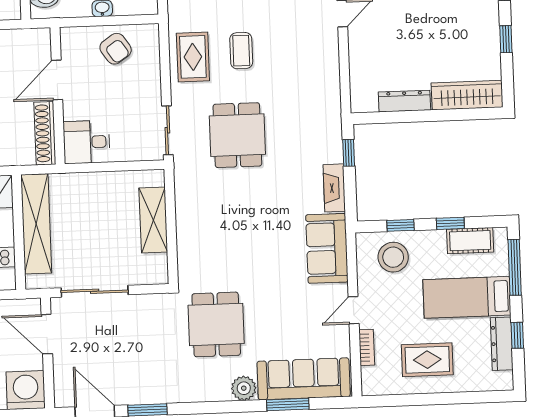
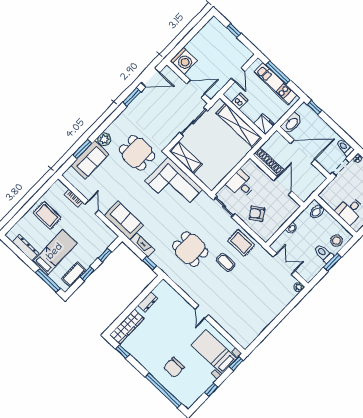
window: (506, 39) -> (123, 352), moved
armchair: (116, 49) -> (257, 214), moved
dresser: (404, 101) -> (148, 302), width x0.70
dining table: (237, 135) -> (190, 249), moved
desk: (87, 142) -> (241, 184), moved, turned -90
shelving: (153, 220) -> (186, 158), moved
corner sofa: (209, 229) -> (174, 185), added
stool: (393, 257) -> (96, 241), removed
window: (517, 335) -> (23, 256), removed
rug: (427, 360) -> (47, 215), turned 90
sofa: (304, 379) -> (90, 160), width x0.73

